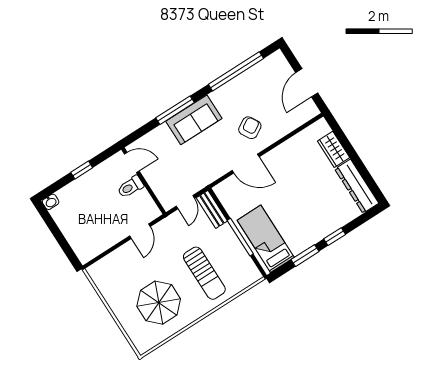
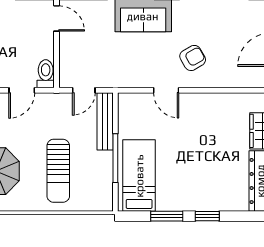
door: (246, 164) -> (166, 90), width x0.73
toilet: (130, 187) -> (46, 74), moved, turned 90
bench: (212, 209) -> (105, 121), width x1.36

